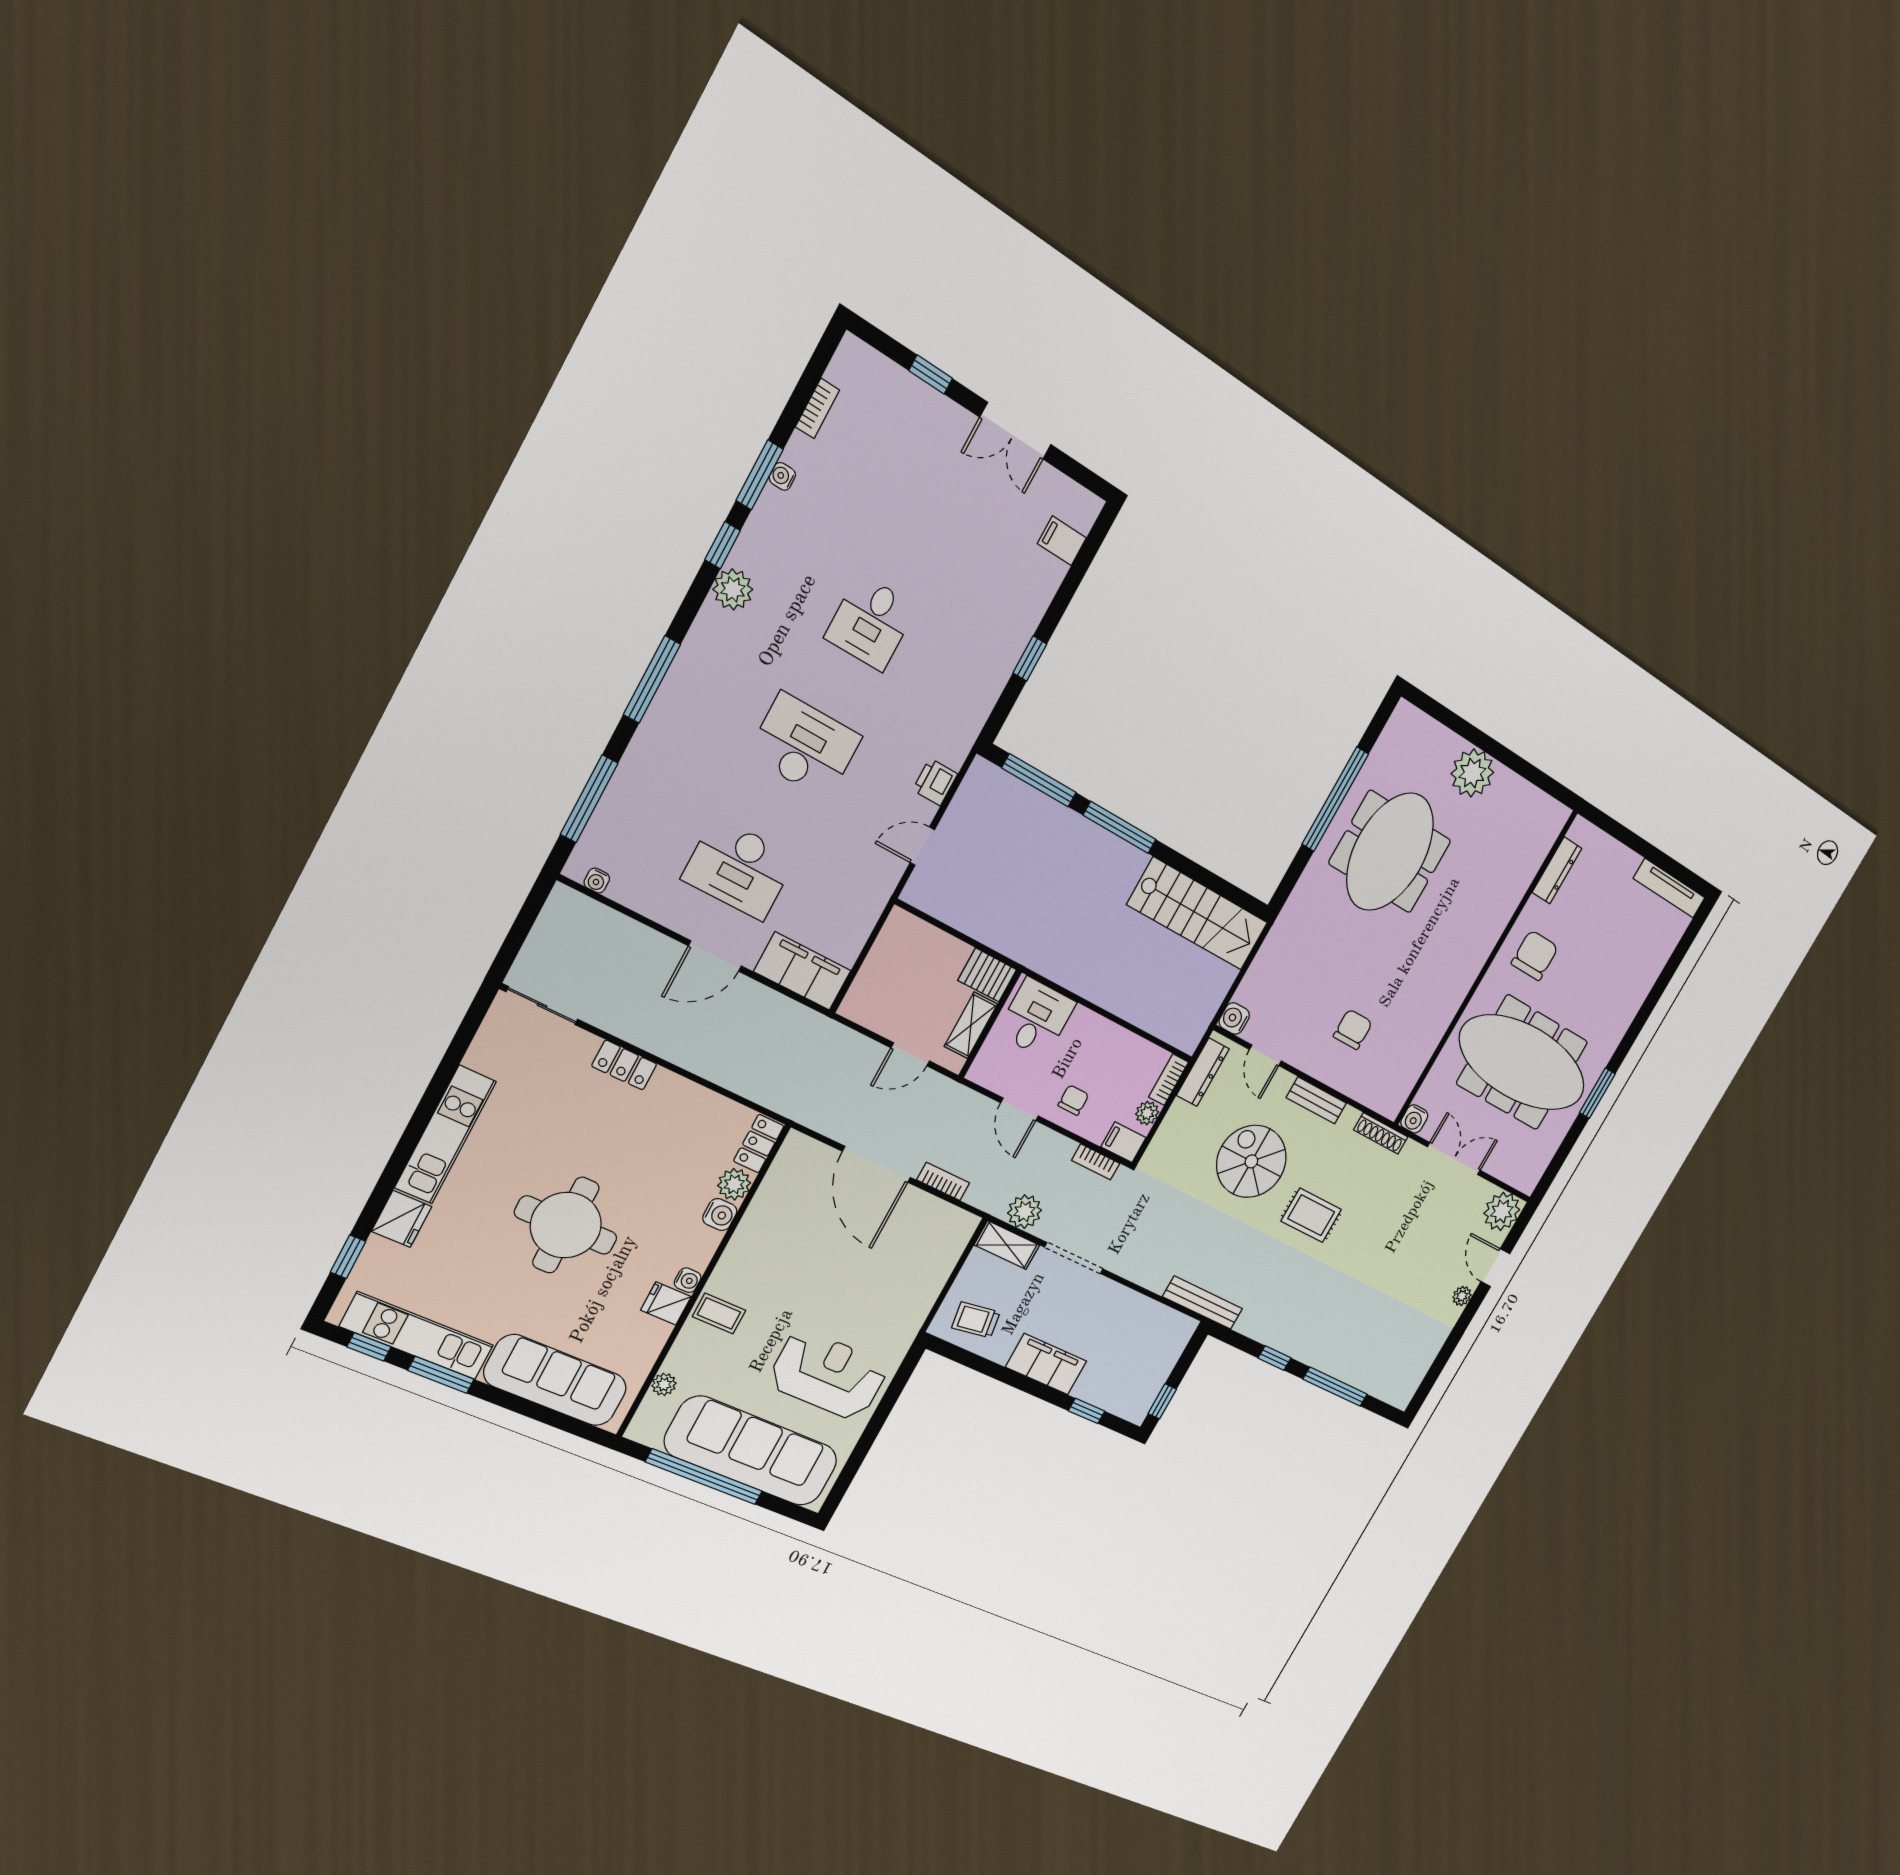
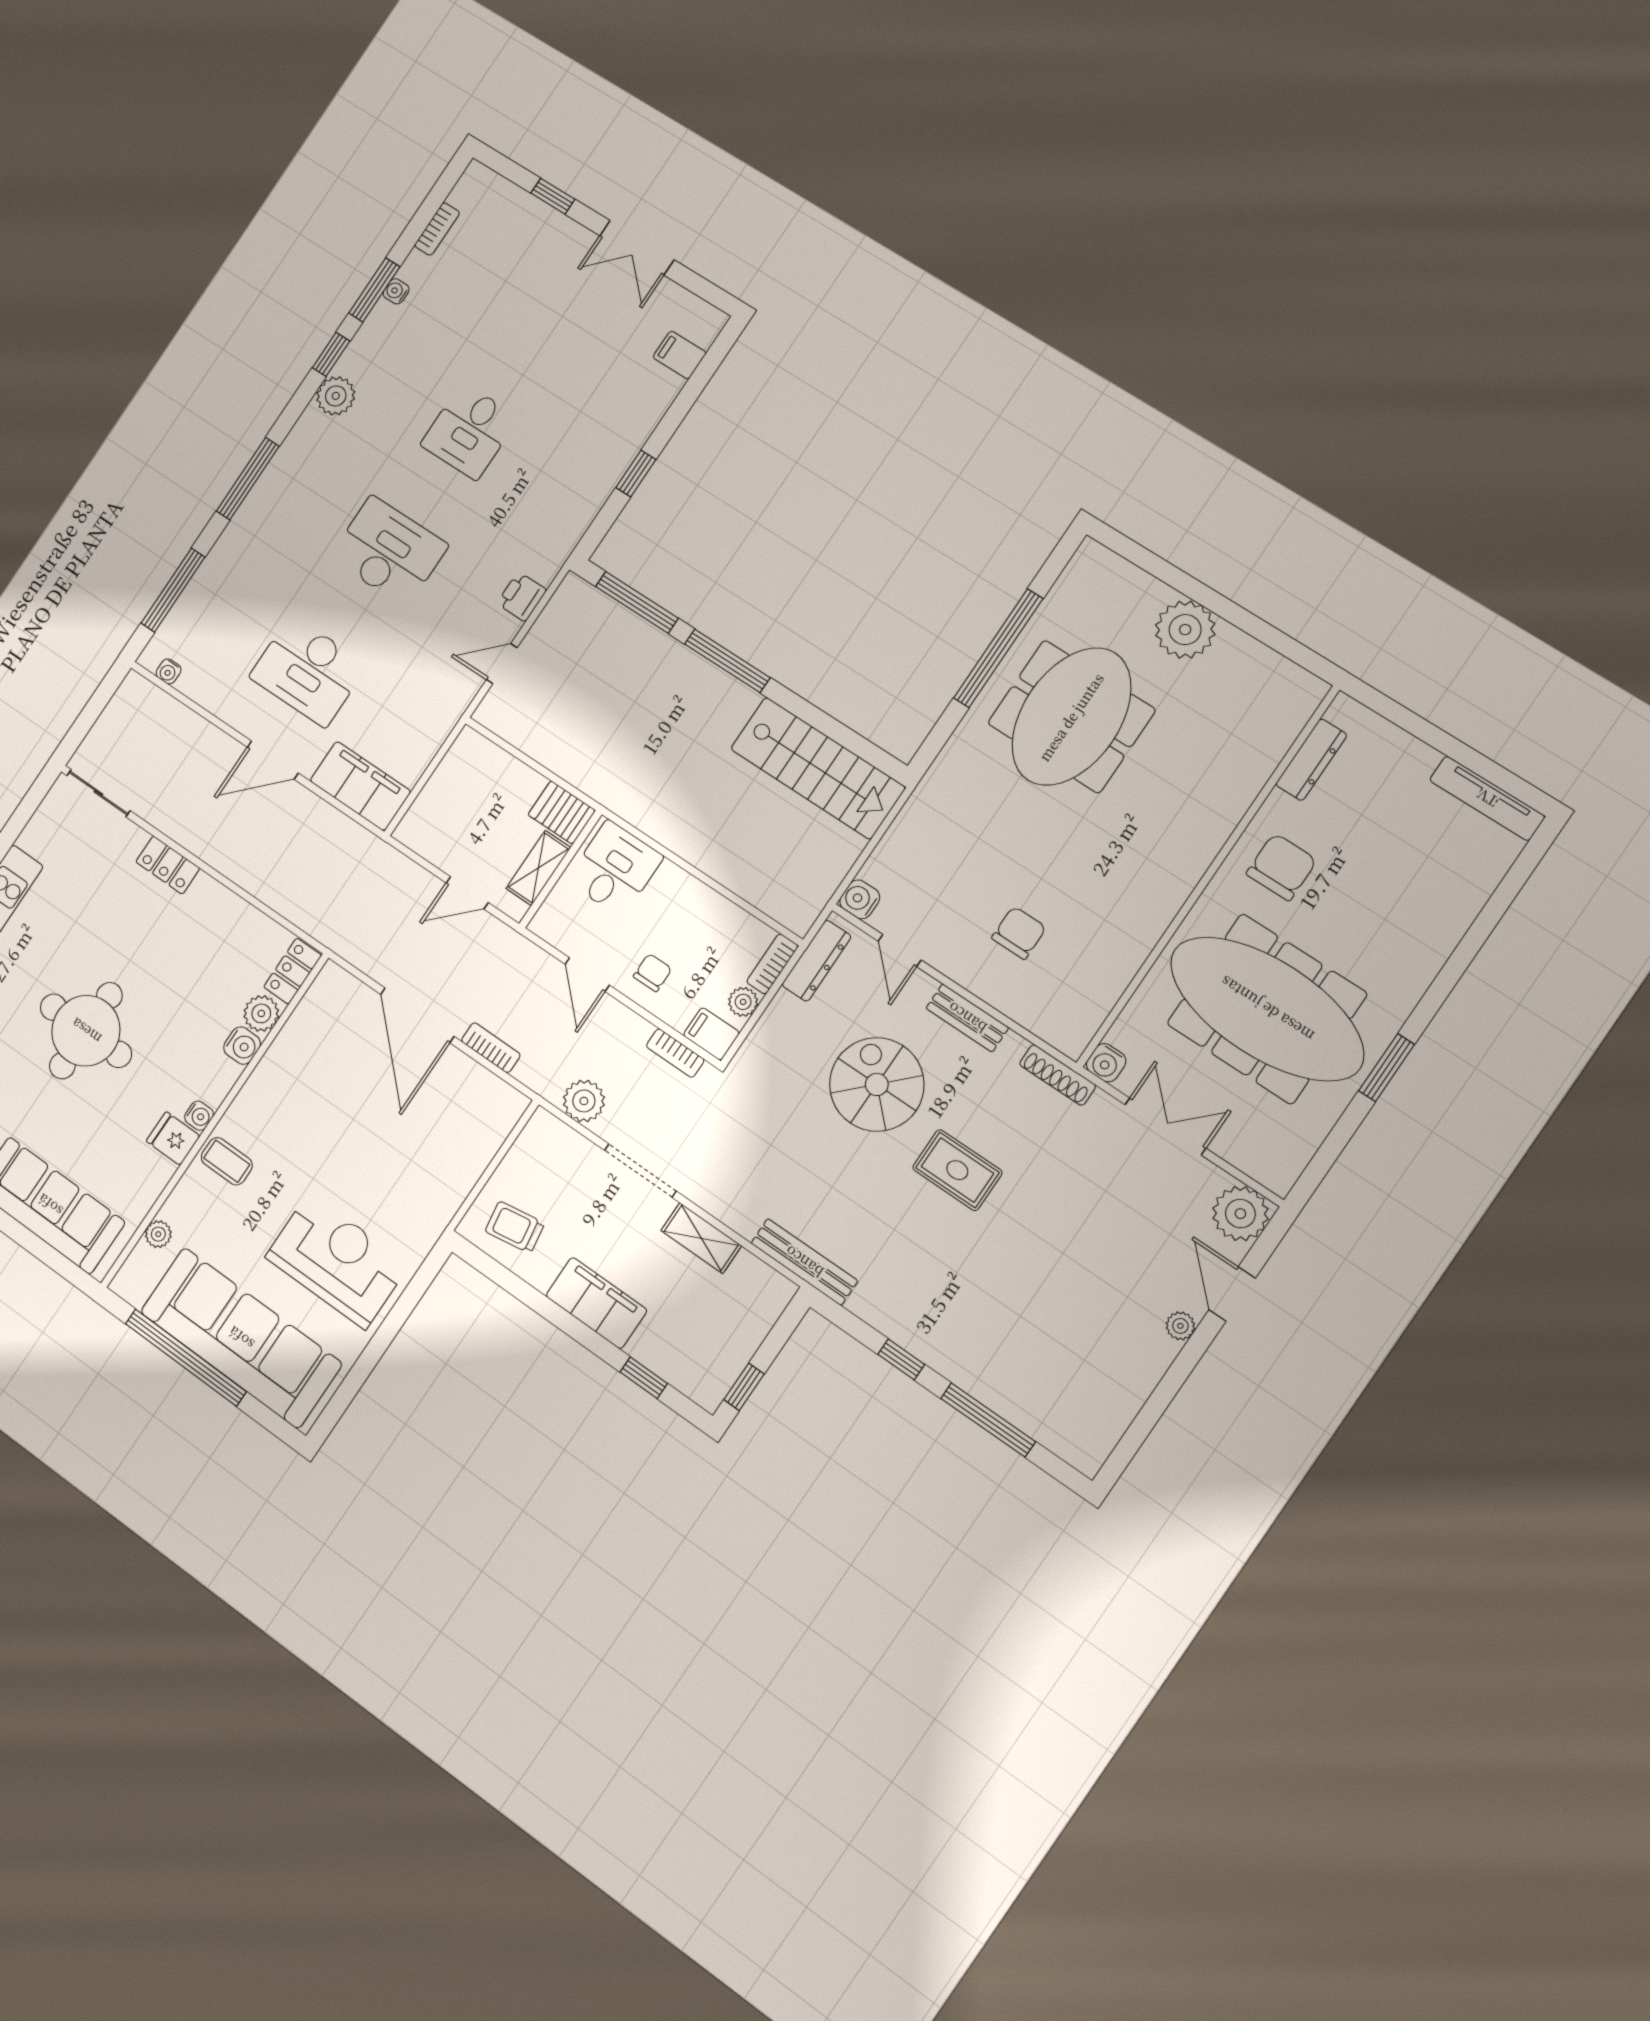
shelving: (1007, 1245) -> (701, 1238), moved

